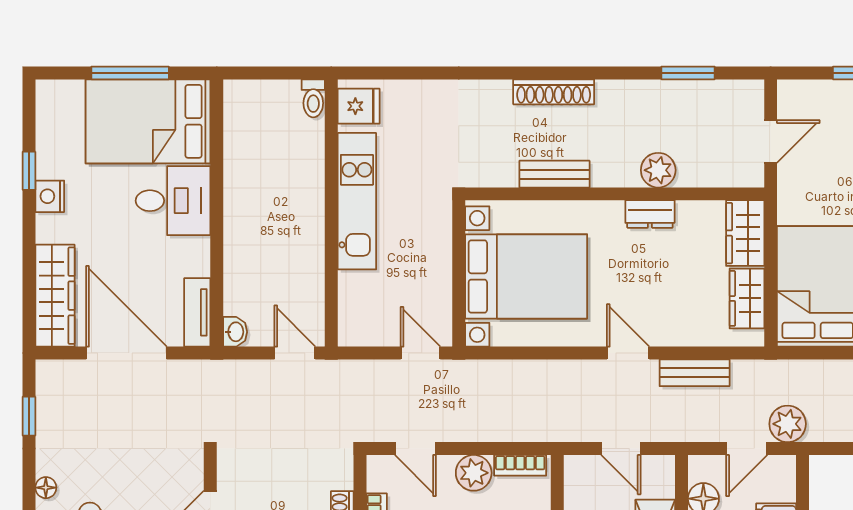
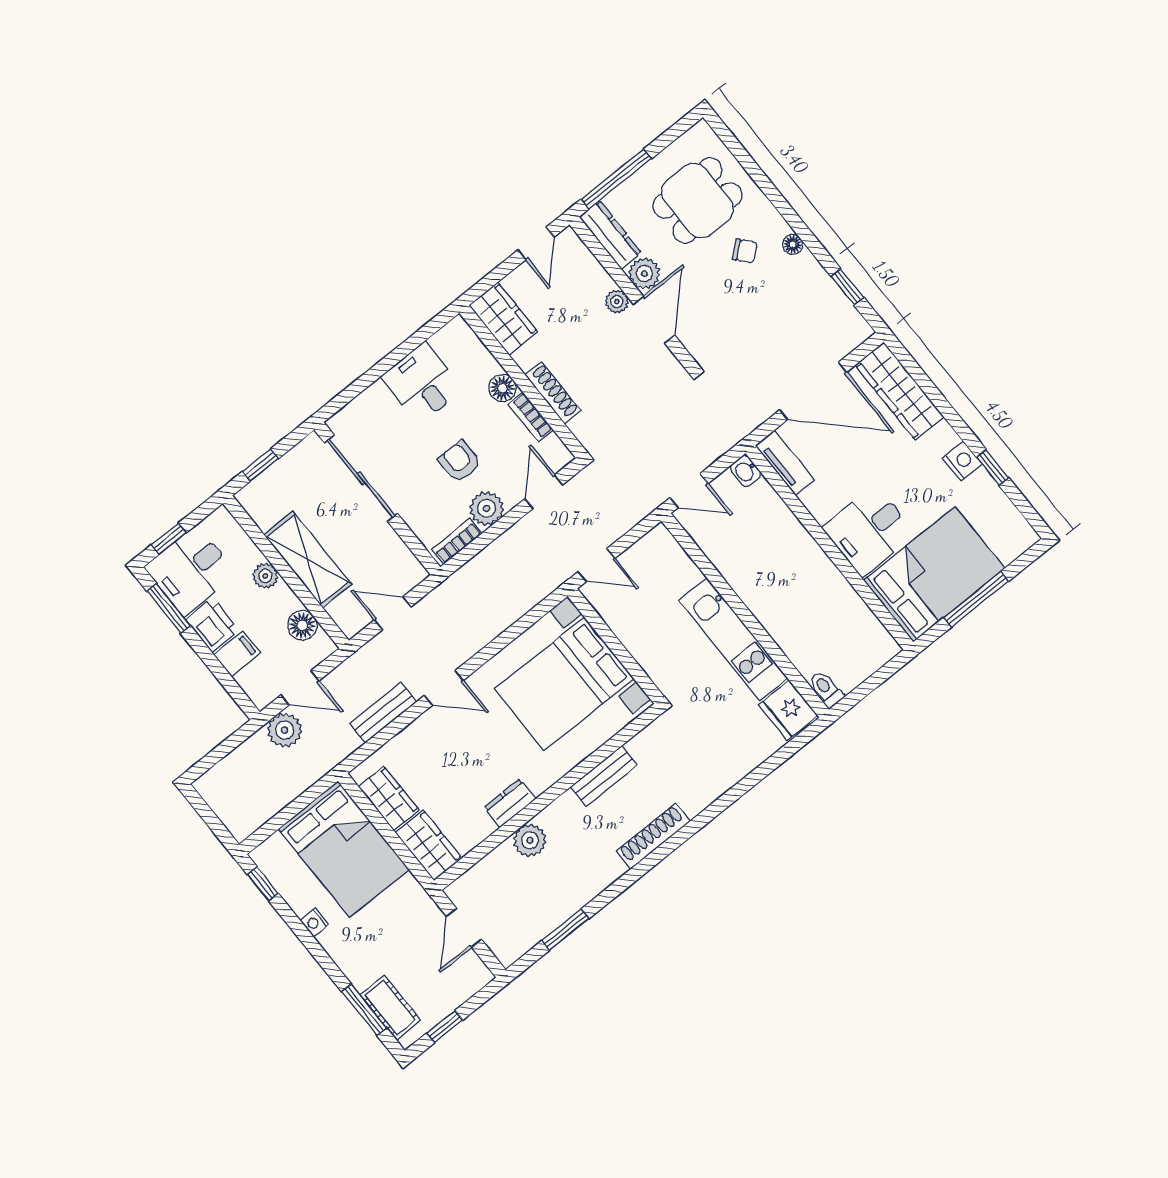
fridge: (359, 106) -> (788, 710), width x1.38
door: (415, 449) -> (544, 492), hinge flipped
door: (747, 449) -> (300, 688), swing flipped

